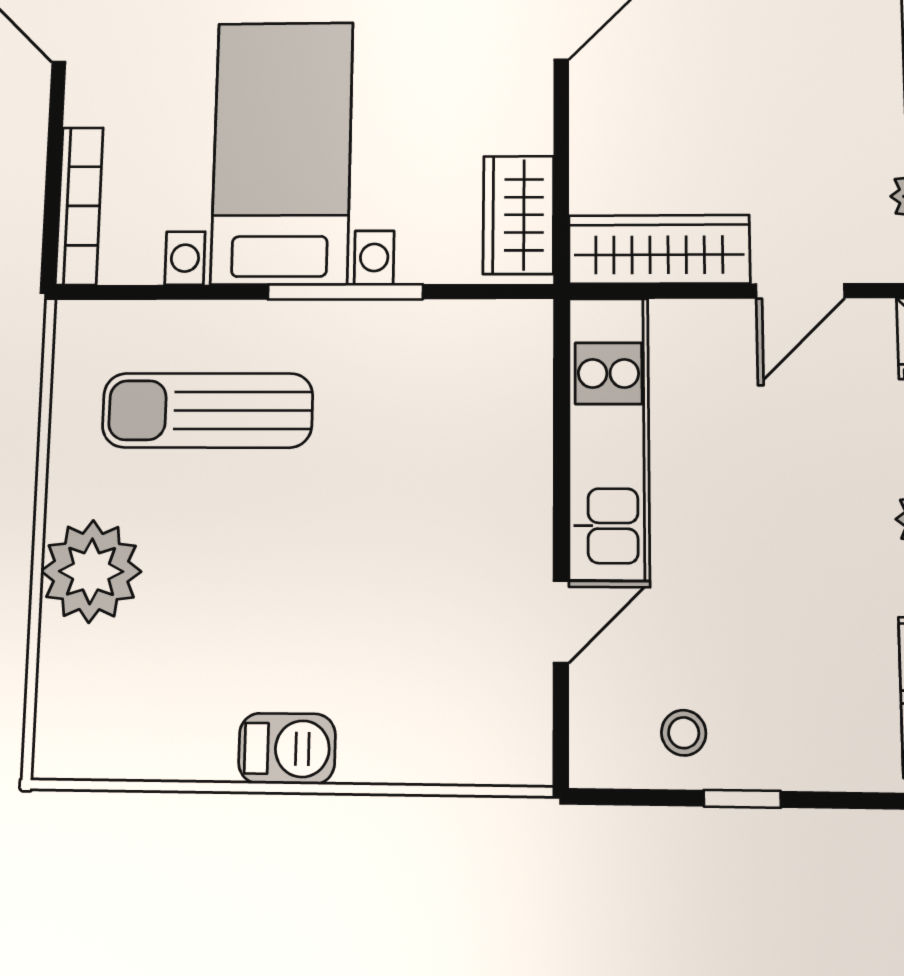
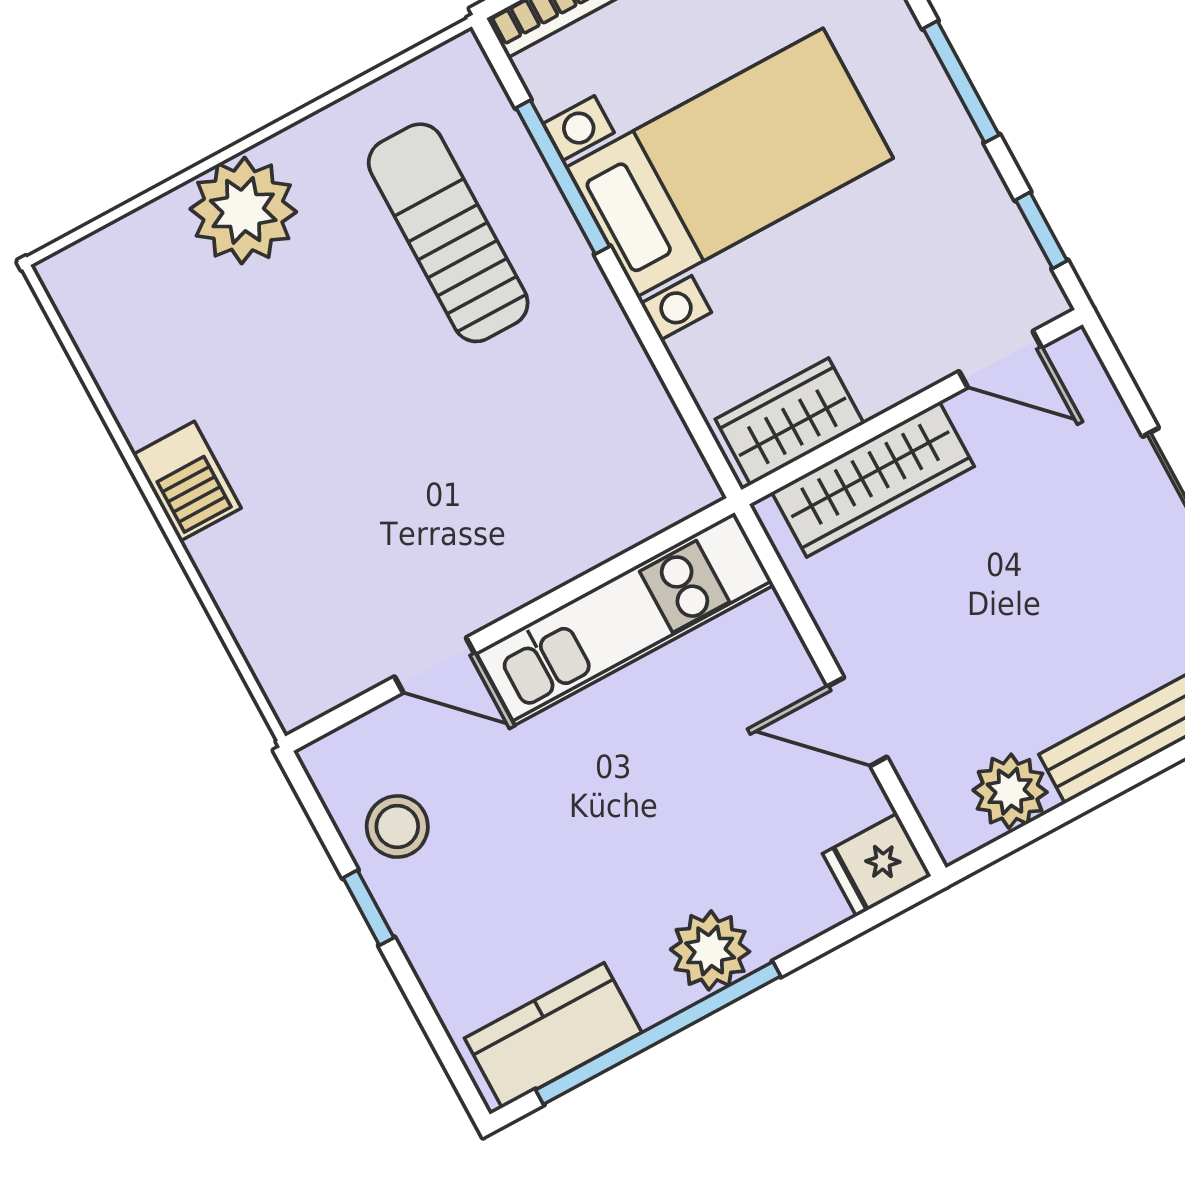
wardrobe: (659, 249) -> (873, 479), moved, turned 90
window: (345, 292) -> (563, 177), moved
stool: (684, 733) -> (397, 827), width x1.37, depth x1.37

